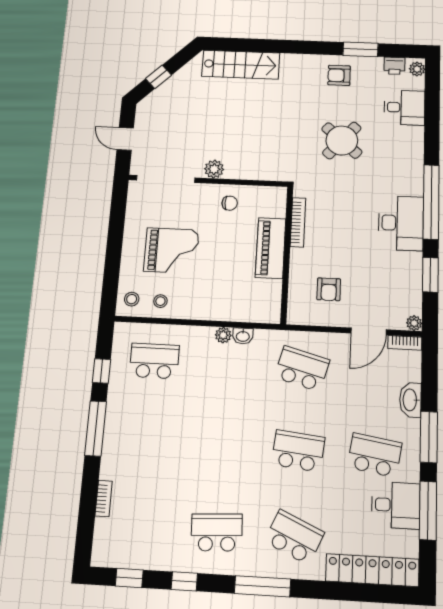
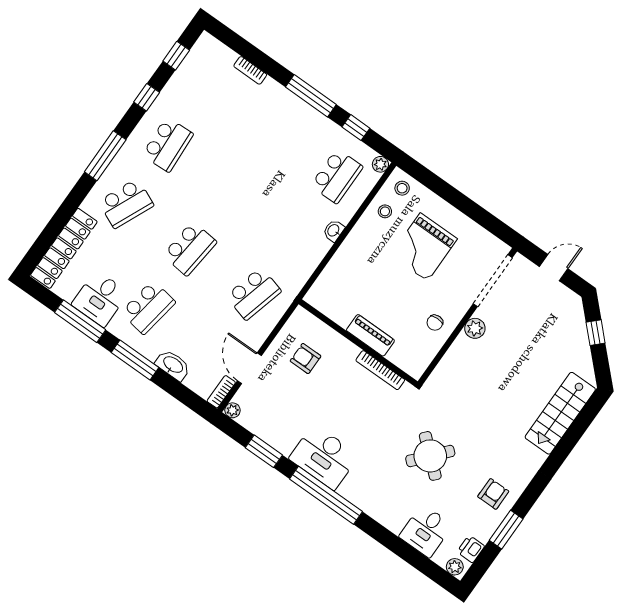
piano: (271, 248) -> (370, 335), width x0.73, depth x0.75
plant: (223, 335) -> (380, 164), moved
washbasin: (243, 336) -> (334, 231), moved

